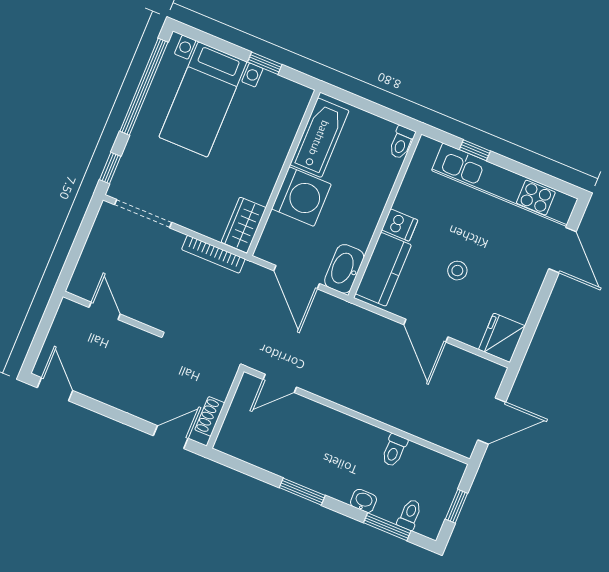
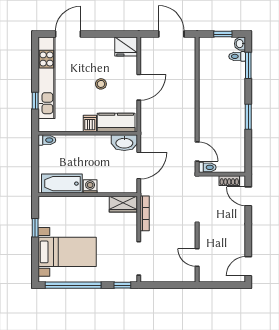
washing machine: (301, 197) -> (90, 186), width x0.53, depth x0.53
door: (105, 311) -> (197, 257), hinge flipped
toilet: (394, 450) -> (207, 167), moved
washbasin: (363, 501) -> (240, 44), moved

